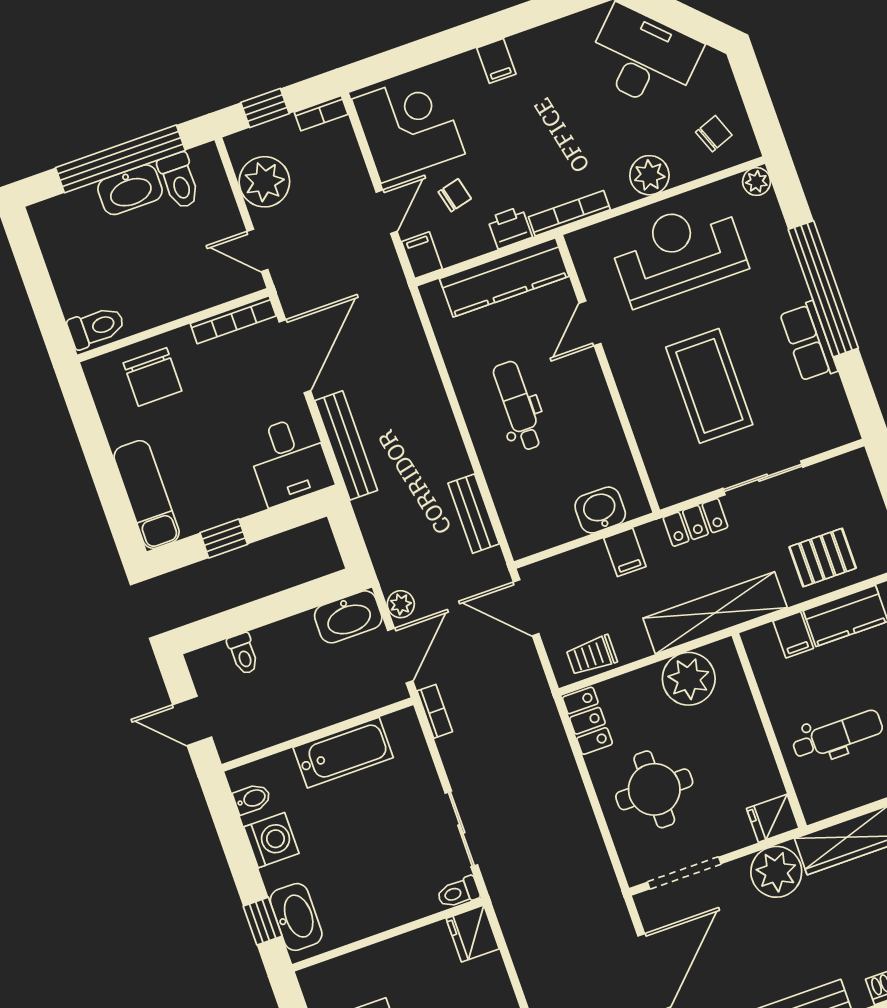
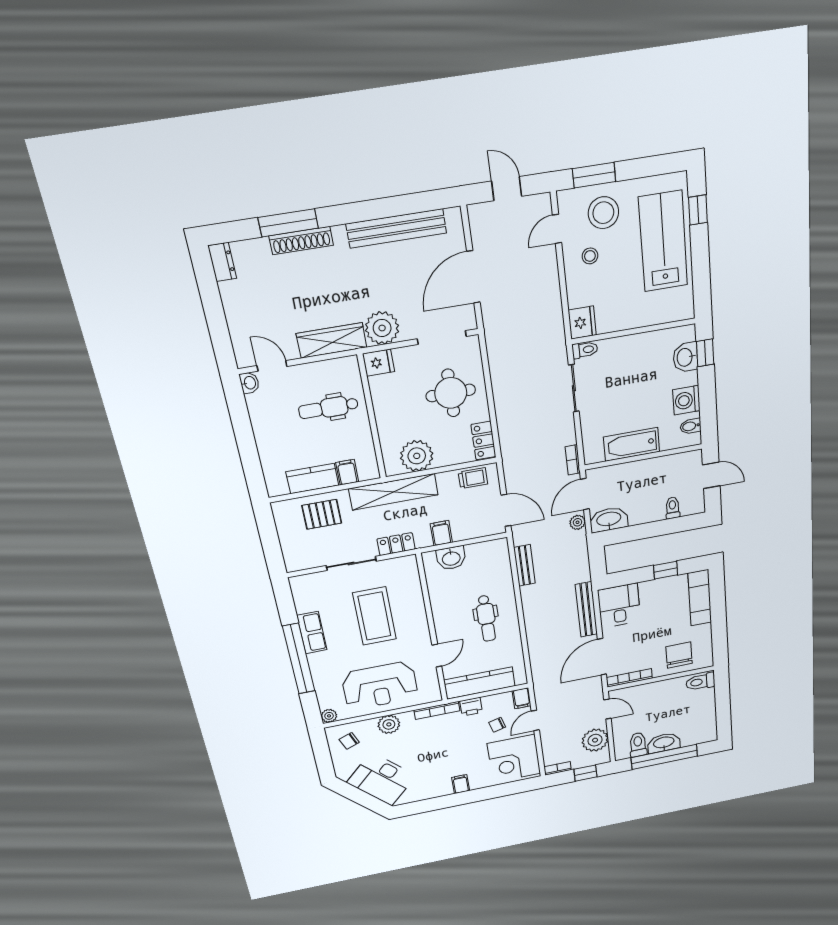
washbasin: (296, 917) -> (685, 357), width x0.72

